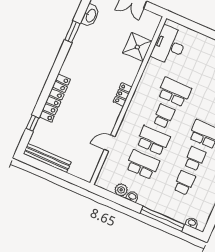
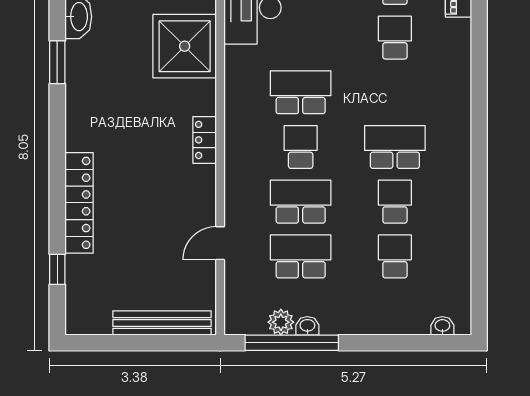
shower: (137, 47) -> (185, 46), width x1.37, depth x1.37
bench: (47, 158) -> (162, 323), moved
window: (162, 219) -> (292, 343), moved

